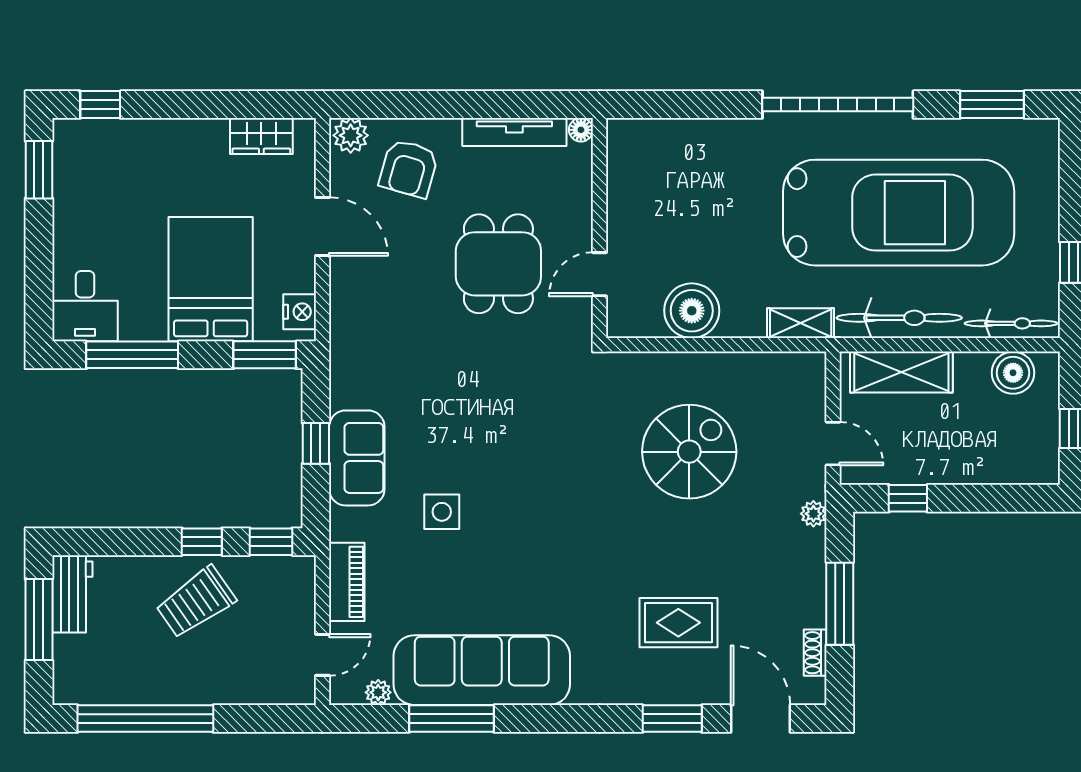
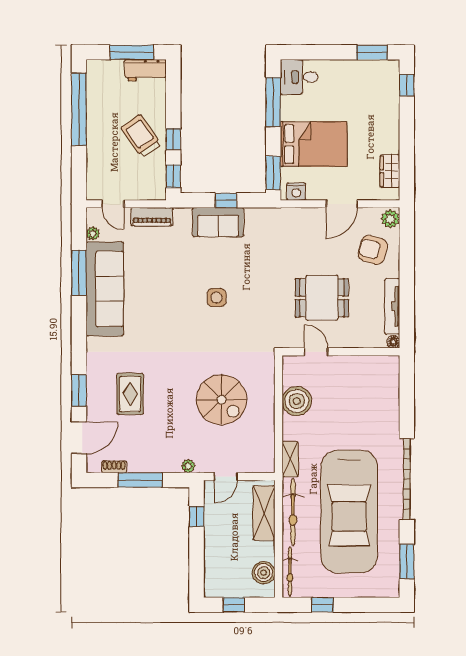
side table: (442, 512) -> (217, 298), moved

